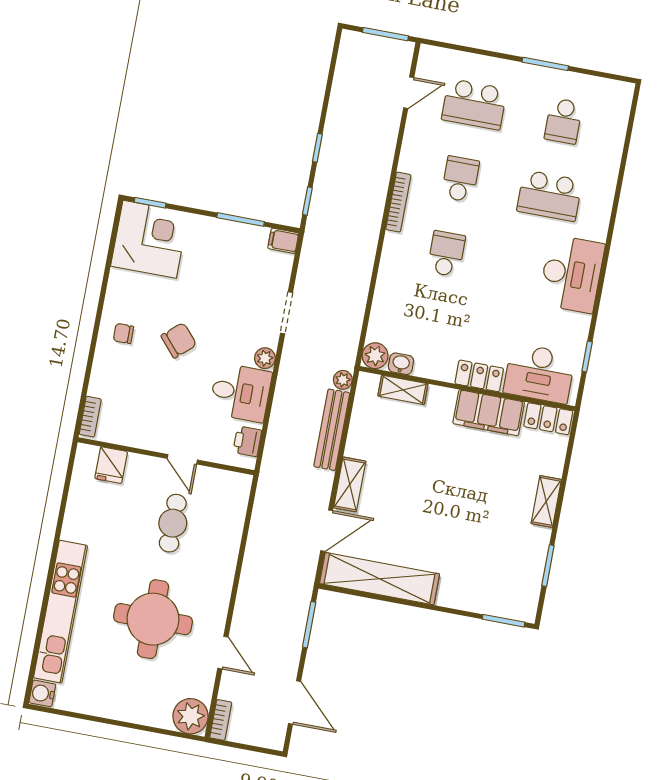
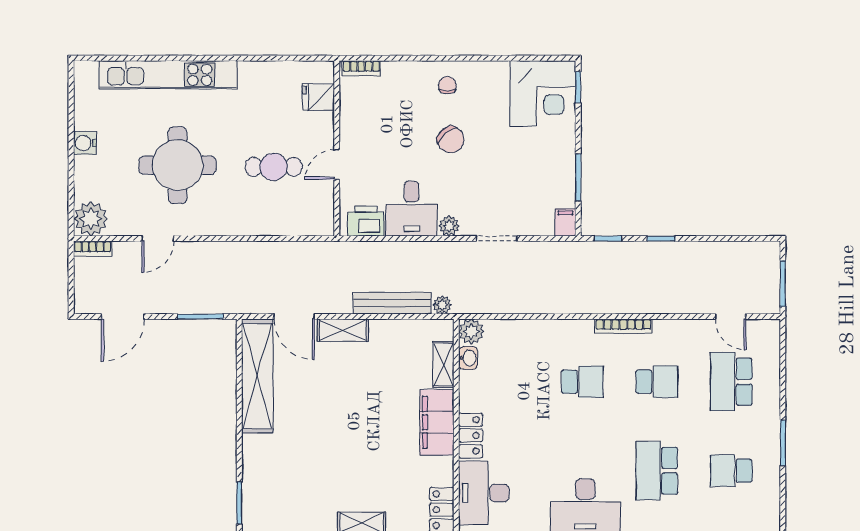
filing cabinet: (489, 413) -> (437, 422), moved
printer: (247, 441) -> (366, 221), width x1.36, depth x1.24
water cooler: (42, 693) -> (85, 143), moved, turned -90

